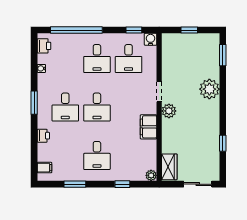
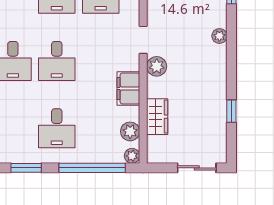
plant: (209, 89) -> (219, 36), width x0.53, depth x0.53
plant: (150, 158) -> (130, 131), added
wardrobe: (169, 167) -> (157, 117), moved
window: (122, 184) -> (92, 168), width x3.17

